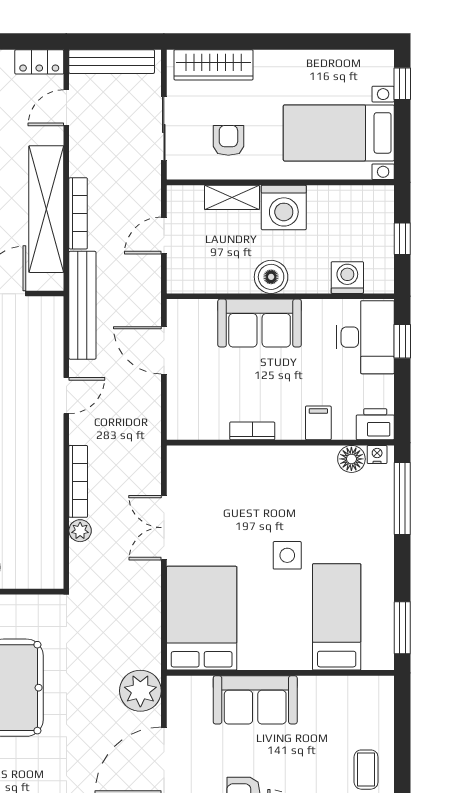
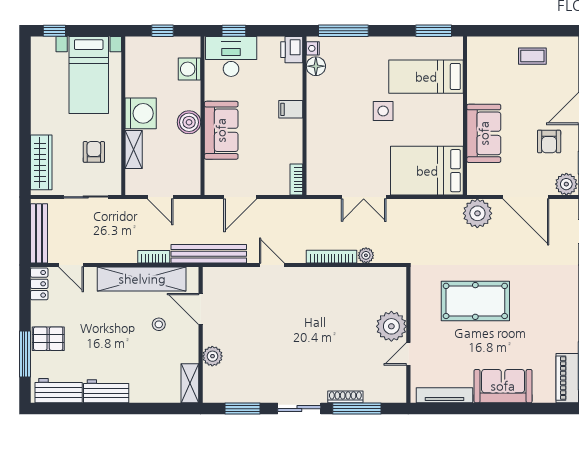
armchair: (228, 140) -> (94, 152), turned 90
bookcase: (78, 213) -> (154, 257), width x0.64
filing cabinet: (318, 423) -> (291, 109), moved
bookcase: (252, 431) -> (296, 179), moved

